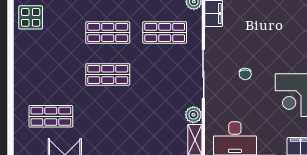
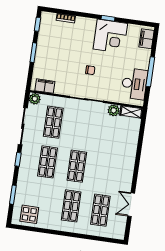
shop shelf: (51, 74) -> (71, 206), added

